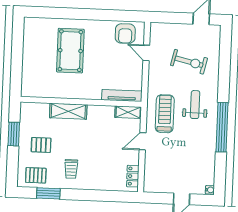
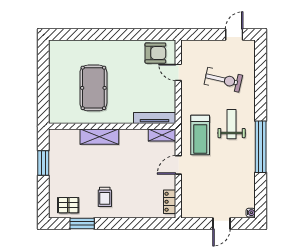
armchair: (125, 34) -> (155, 53), turned -90
pool table: (70, 51) -> (93, 88), moved
treadmill: (165, 114) -> (200, 135), turned 180
pallet: (41, 145) -> (72, 173), removed

